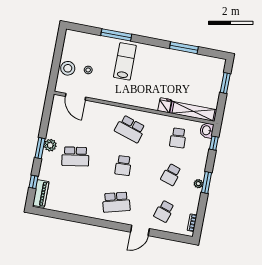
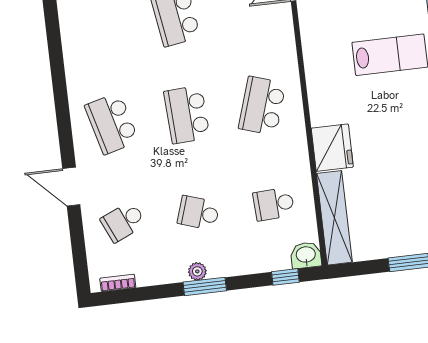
fridge: (165, 105) -> (332, 148), width x1.88, depth x1.34
school desk: (123, 165) -> (187, 115), width x1.85
school desk: (164, 211) -> (123, 222), turned -42

